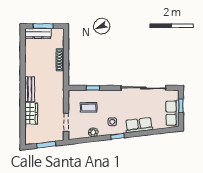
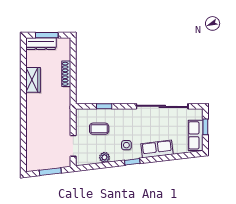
bench: (30, 89) -> (31, 108), removed
wardrobe: (31, 113) -> (33, 80), moved

